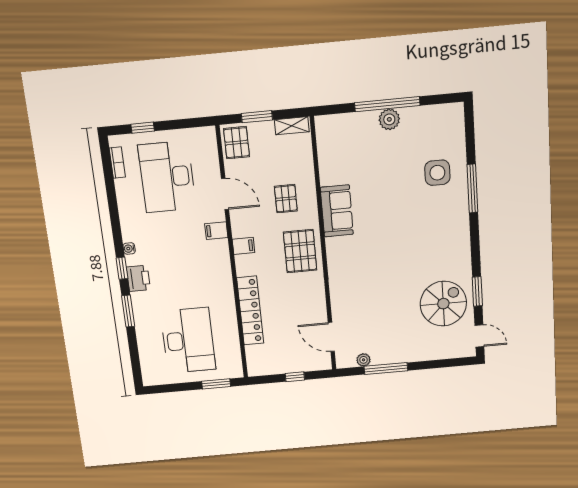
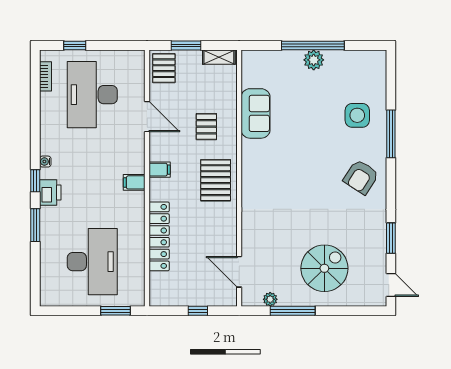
sofa: (337, 211) -> (256, 113), moved
filing cabinet: (216, 231) -> (134, 182), moved
armchair: (445, 234) -> (361, 177), added
spiral stairs: (443, 304) -> (324, 268), moved

